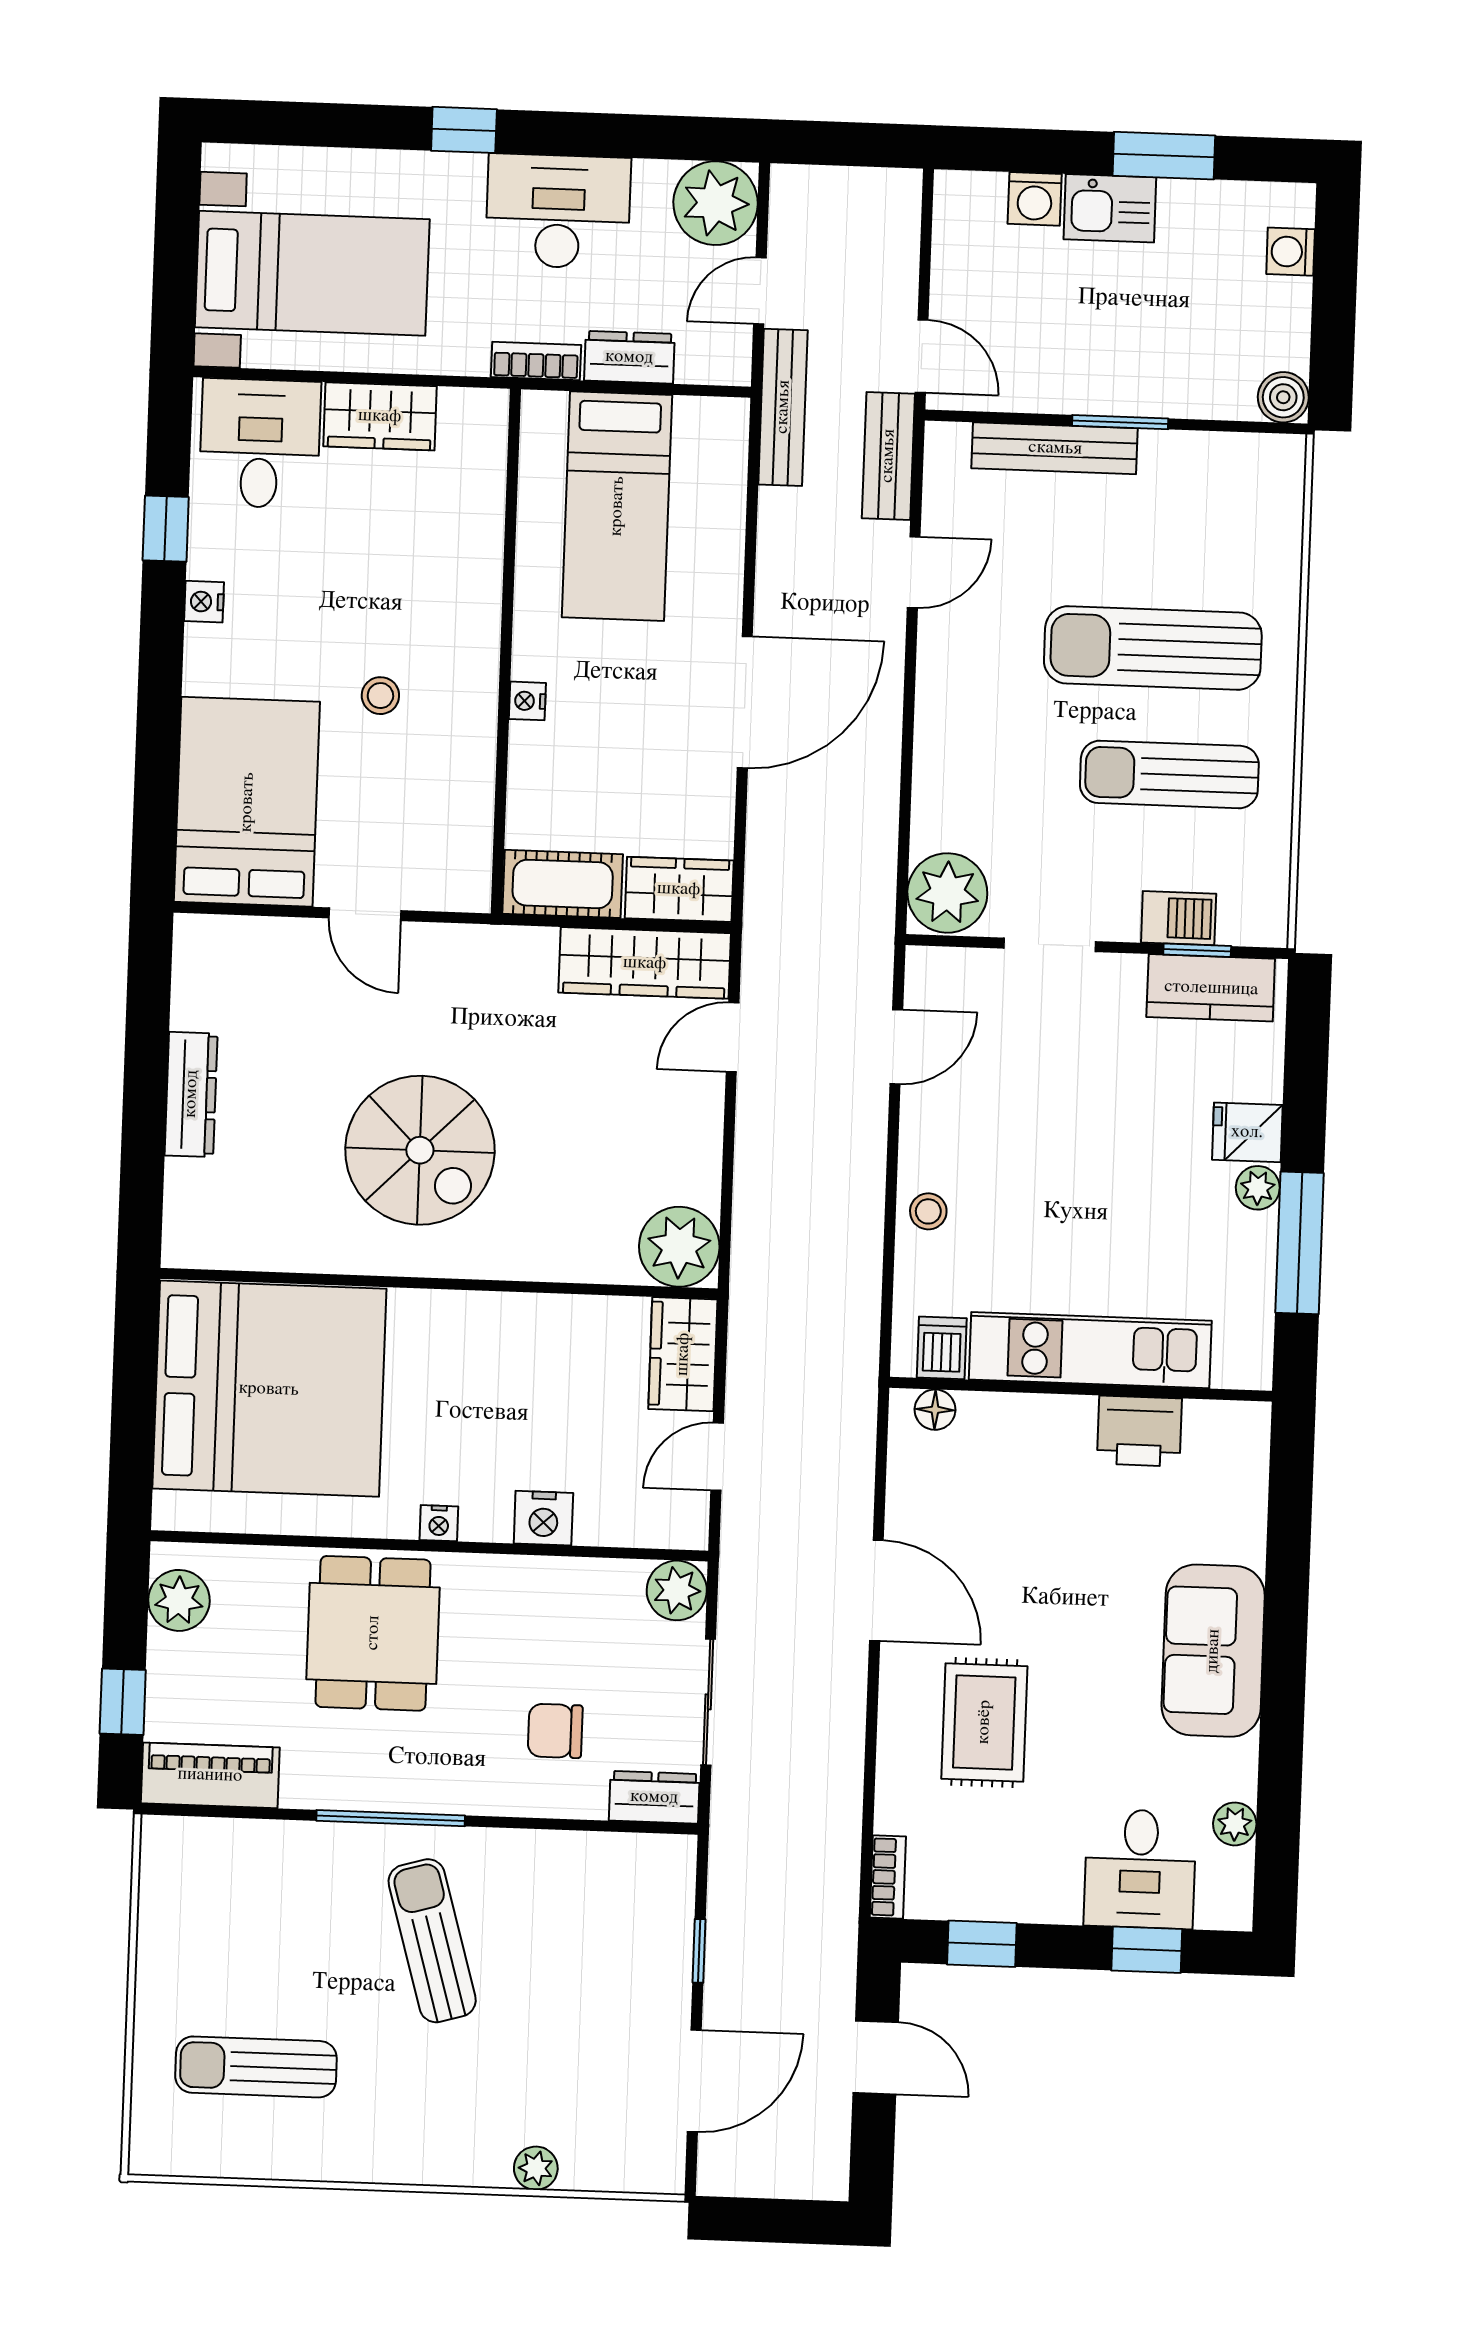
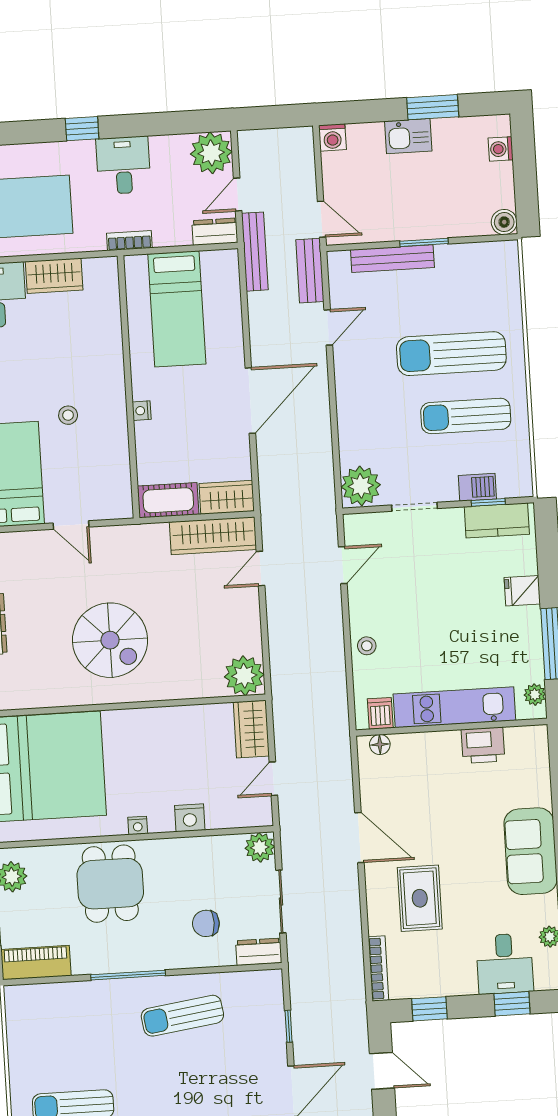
washing machine: (1035, 199) -> (332, 137), moved
desk: (558, 211) -> (123, 165), width x0.73
dresser: (629, 357) -> (215, 232), moved
plant: (1258, 1188) -> (535, 695), moved
bookcase: (888, 1877) -> (378, 969), width x1.56
sun lounger: (432, 1941) -> (182, 1016), moved, turned -82

